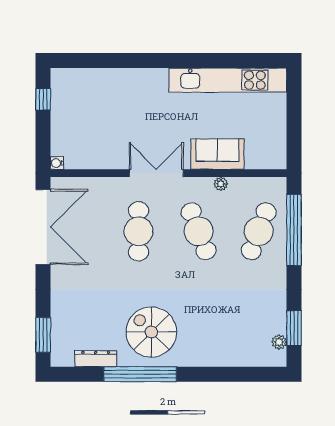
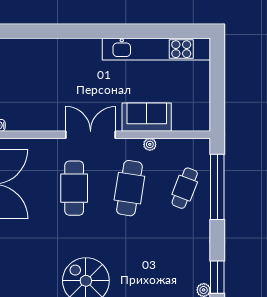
cafe table: (199, 231) -> (129, 188), turned 30
cafe table: (259, 231) -> (185, 188), width x0.73, depth x0.74

